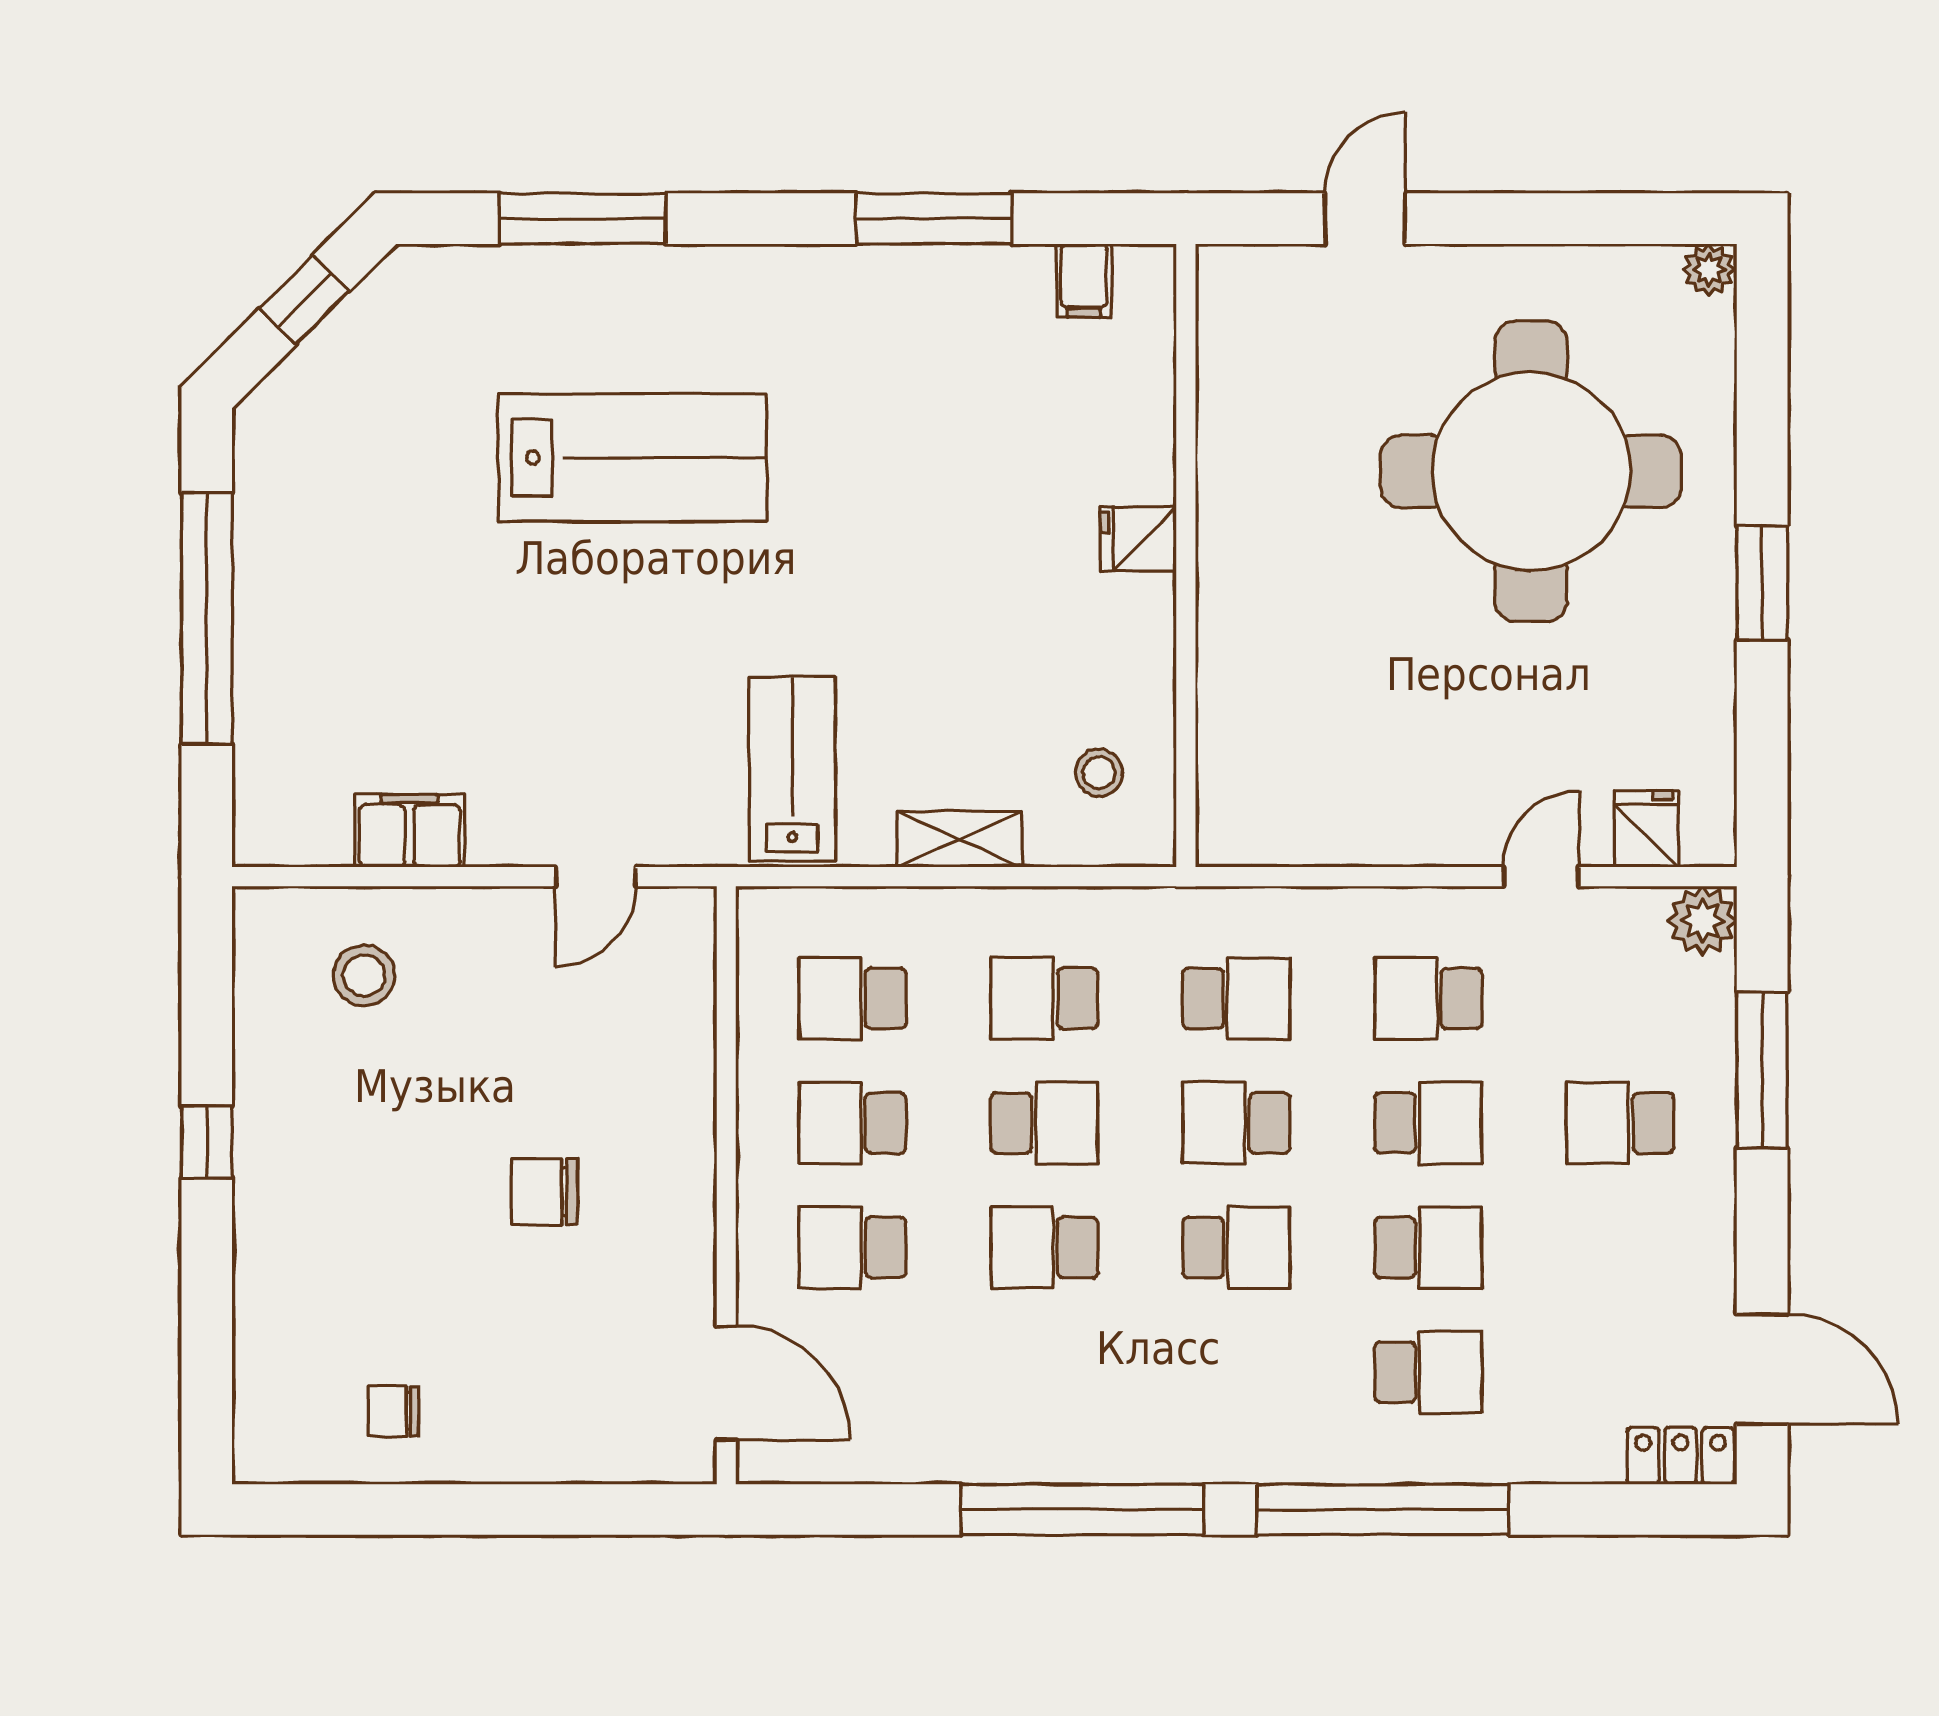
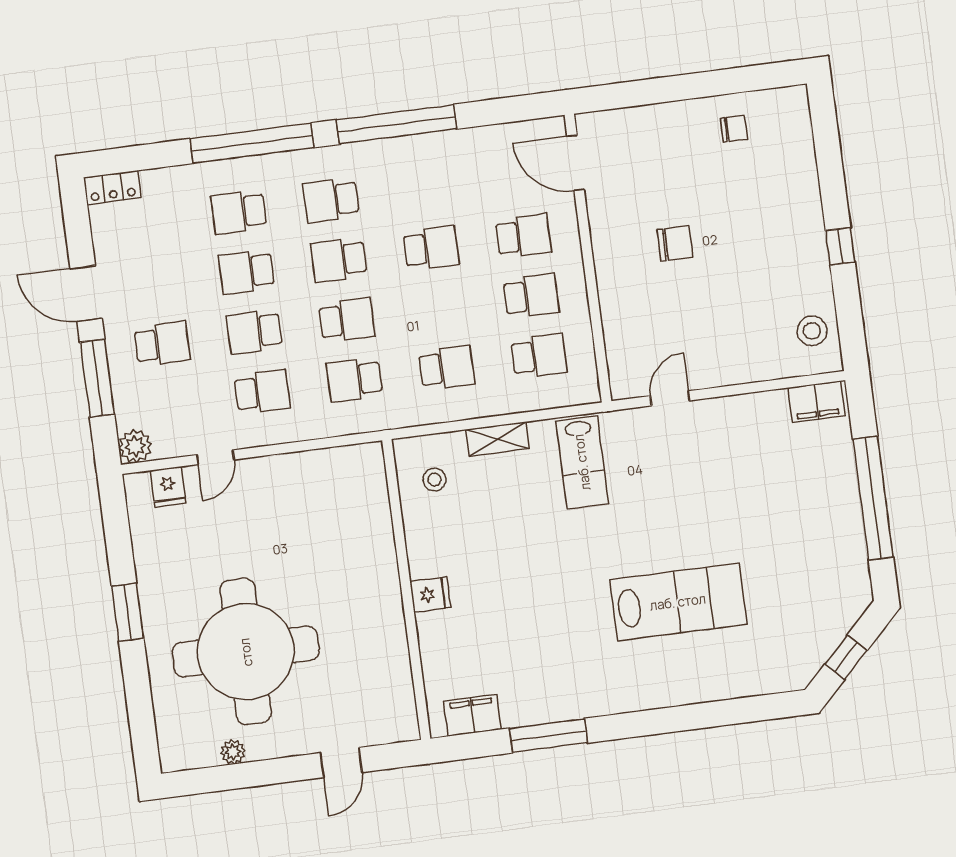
window: (582, 219) -> (717, 714), removed
plant: (1709, 269) -> (233, 752), moved
filing cabinet: (1084, 281) -> (472, 715), width x2.00
lab bench: (632, 458) -> (678, 602), turned 180
filing cabinet: (409, 831) -> (816, 402), moved
stool: (364, 976) -> (812, 331), moved
school desk: (1044, 1123) -> (331, 200), moved
door: (1762, 1369) -> (86, 293), moved

